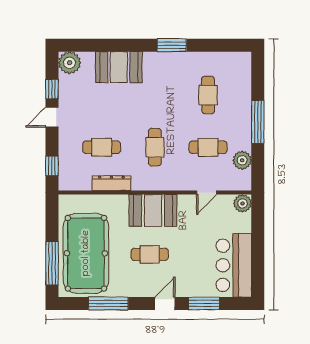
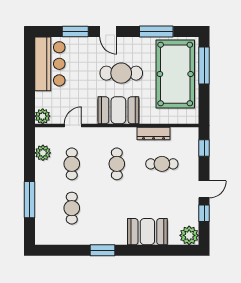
window: (258, 122) -> (30, 200), moved
cafe table: (208, 147) -> (72, 164), turned 90
cafe table: (150, 254) -> (121, 73), width x1.37, depth x1.35
door: (165, 303) -> (108, 31), hinge flipped

